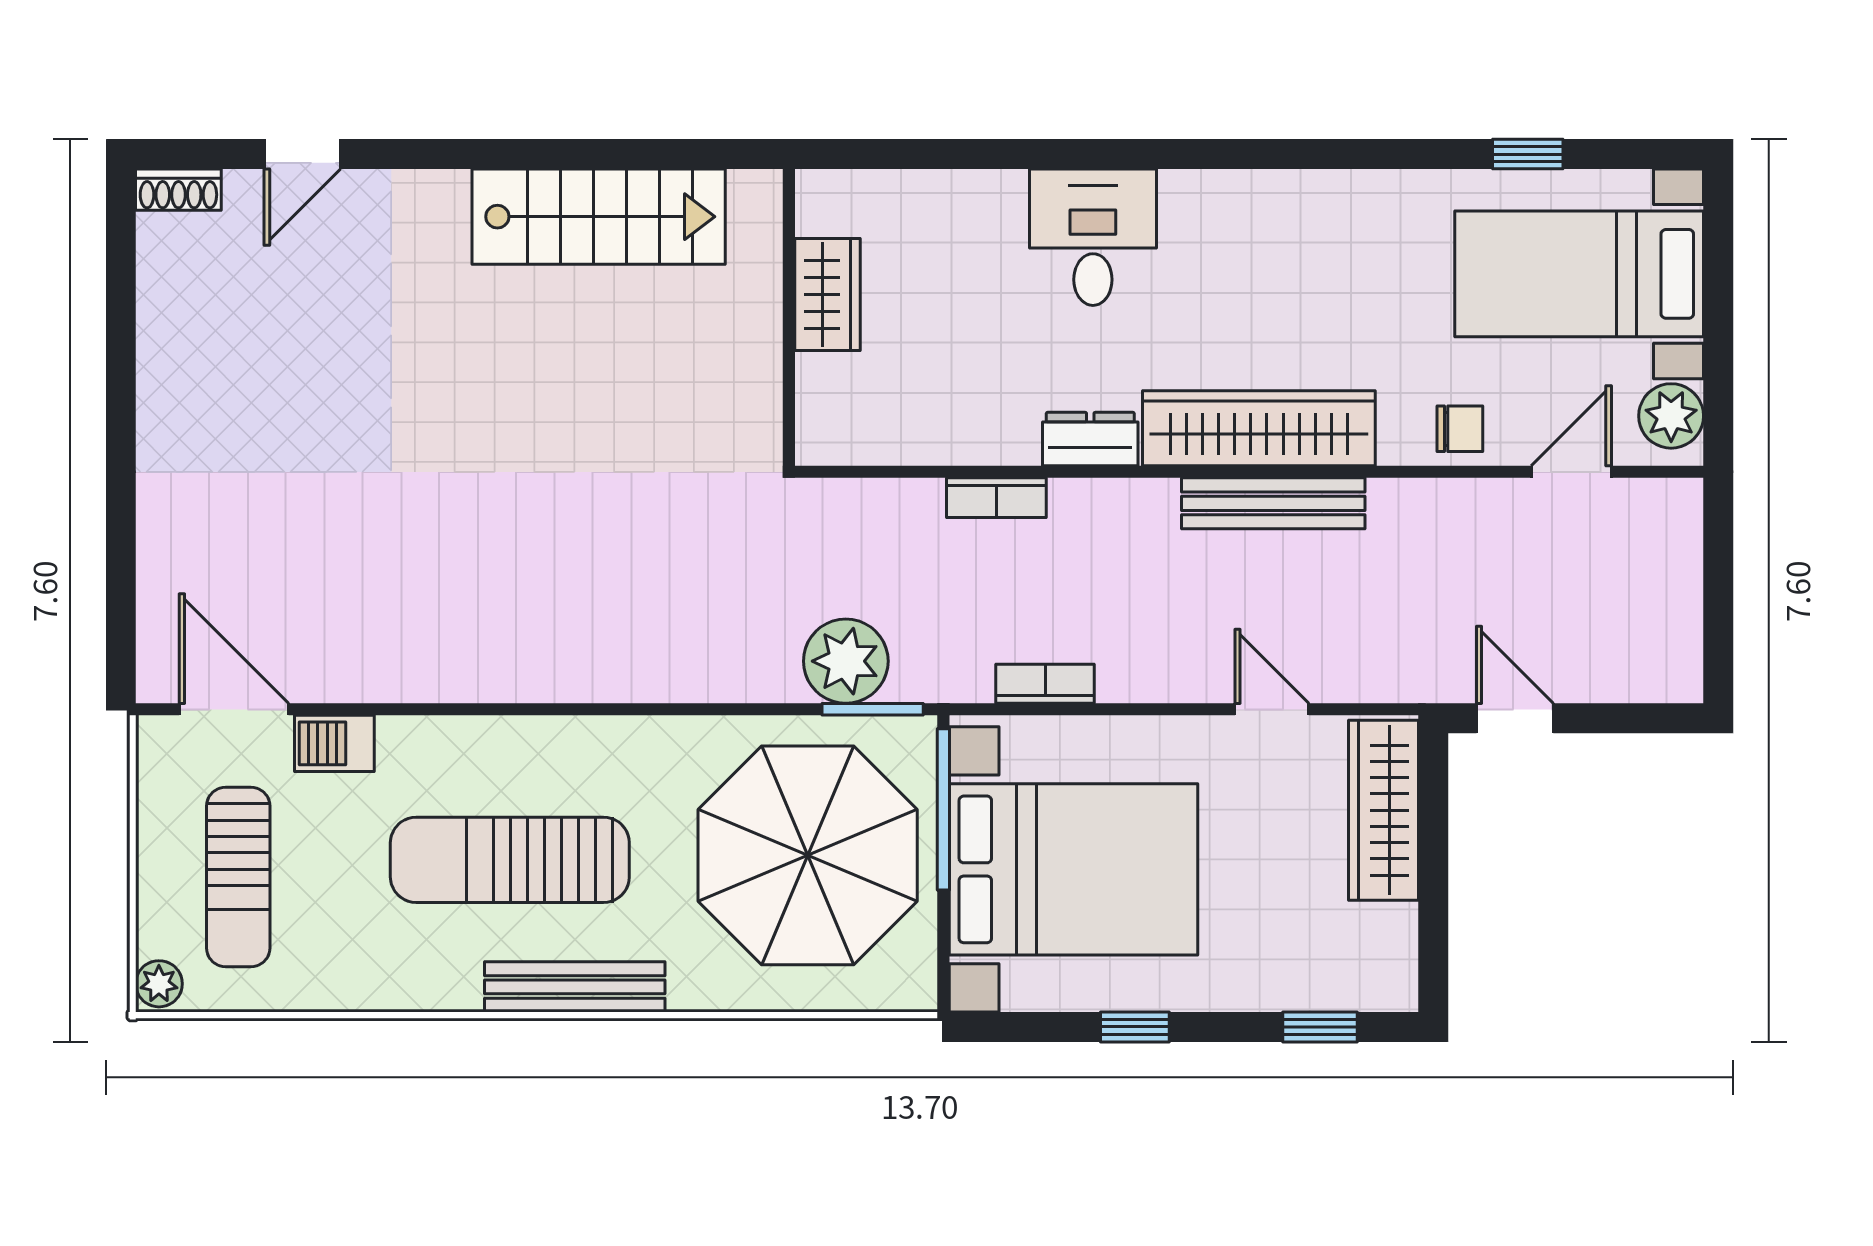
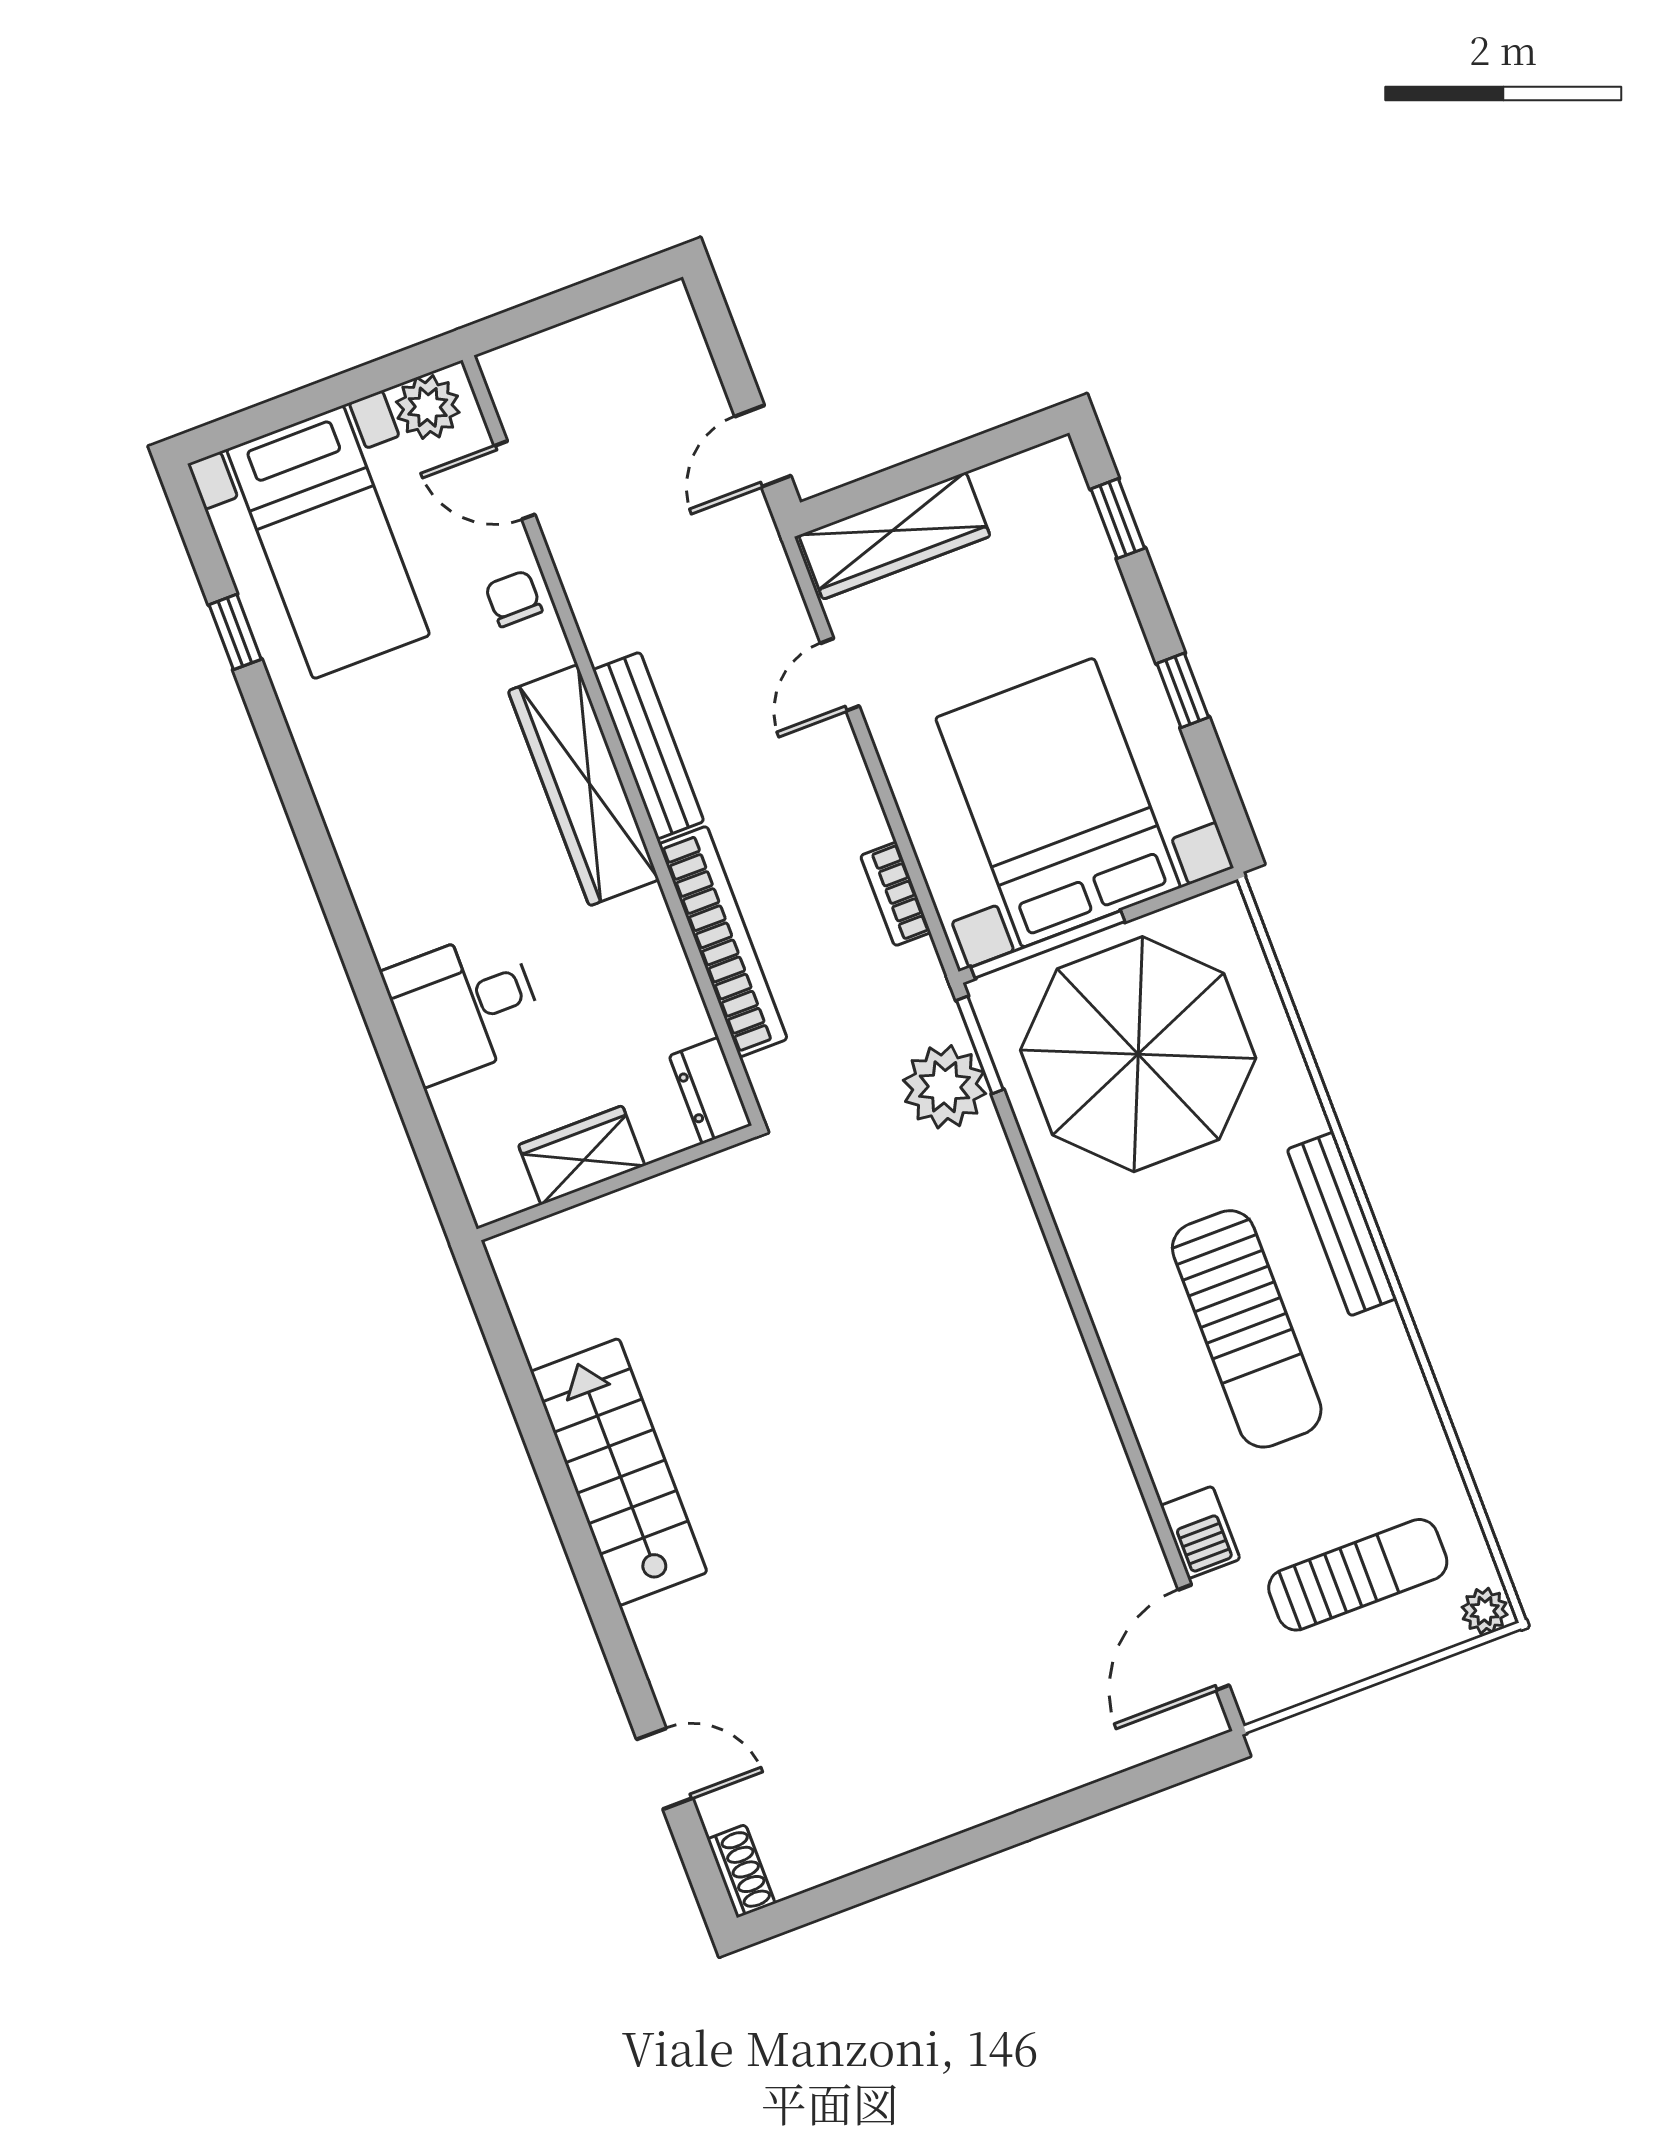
wardrobe: (827, 294) -> (582, 1155), moved
wall: (789, 317) -> (616, 1183), moved
dresser: (1090, 439) -> (710, 1091), moved
bookcase: (996, 498) -> (723, 942), width x2.31, depth x1.31

